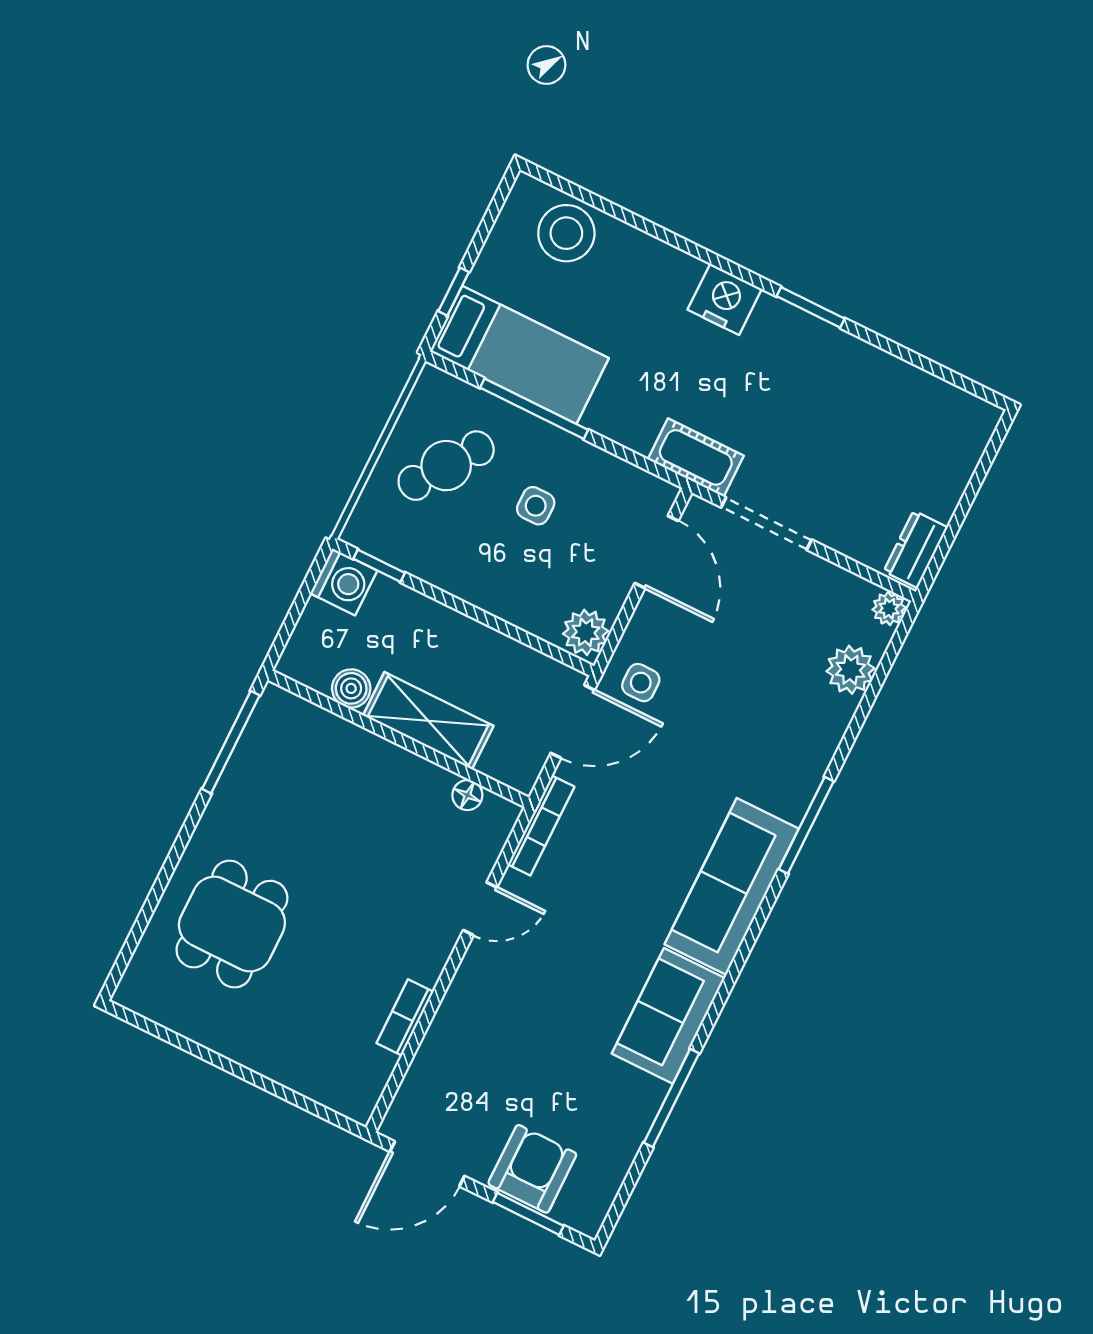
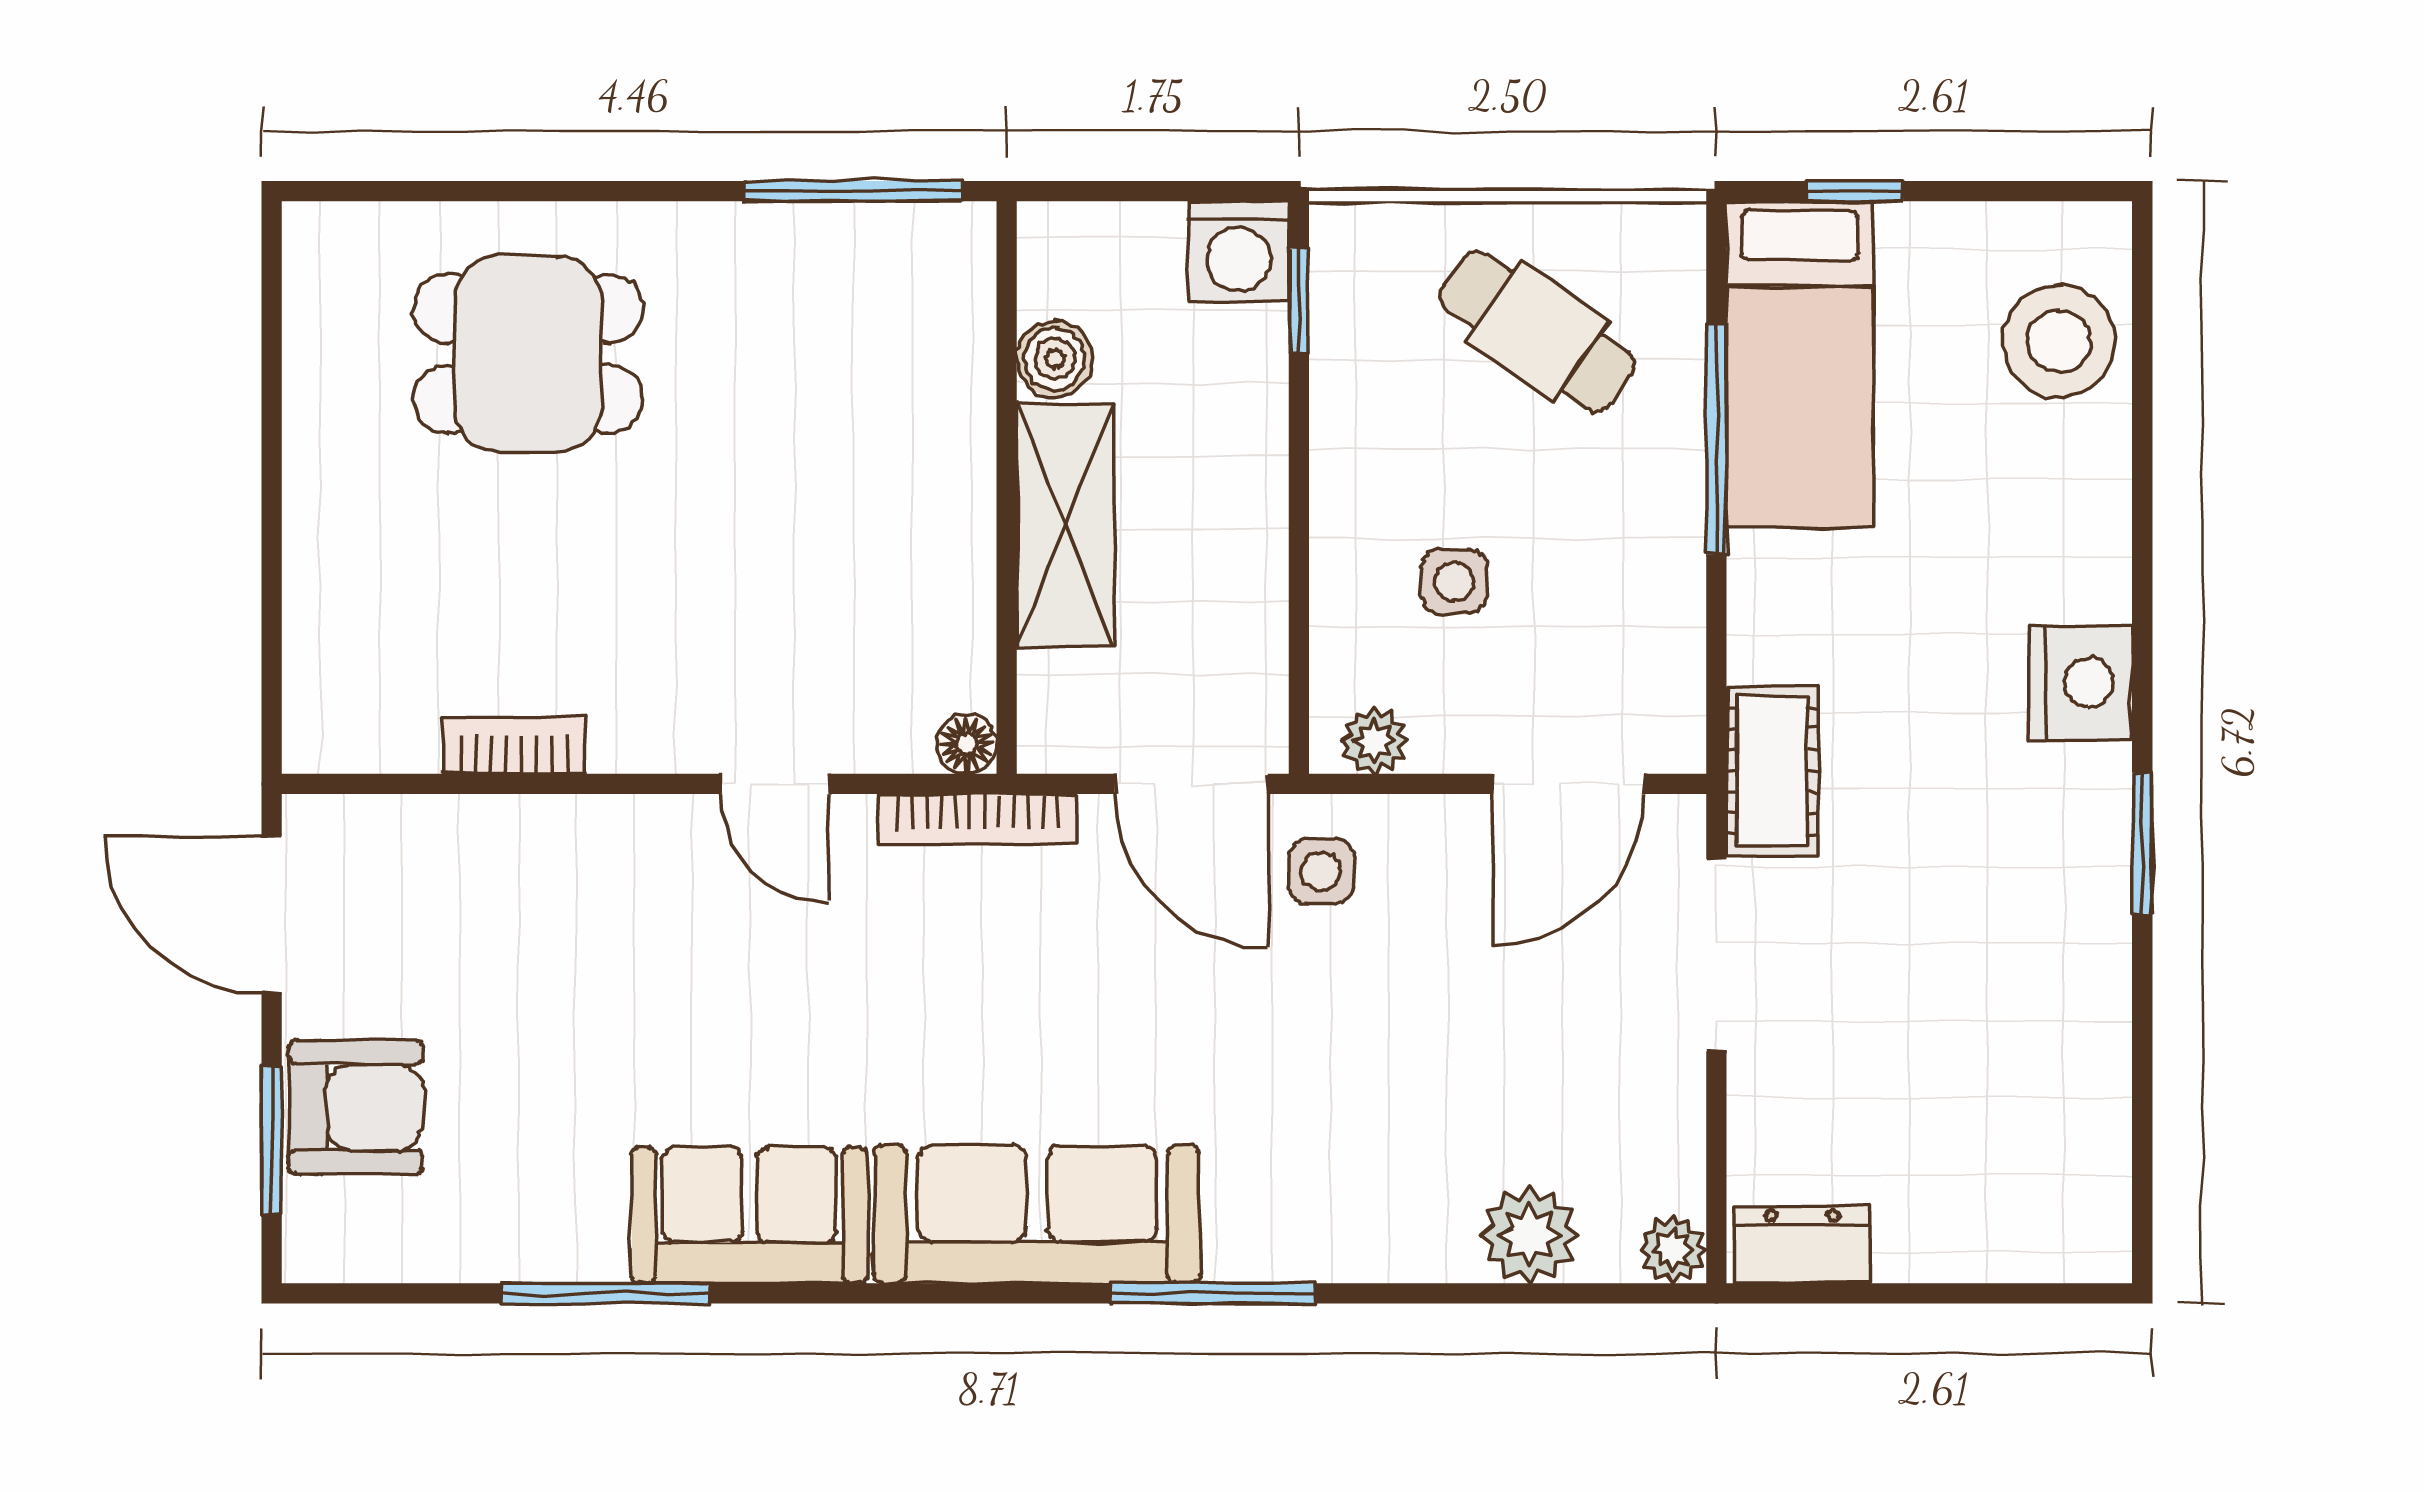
side table: (536, 506) -> (1454, 582), moved
plant: (586, 632) -> (1375, 741), width x0.73, depth x0.73
floor lamp: (467, 795) -> (967, 744), moved

